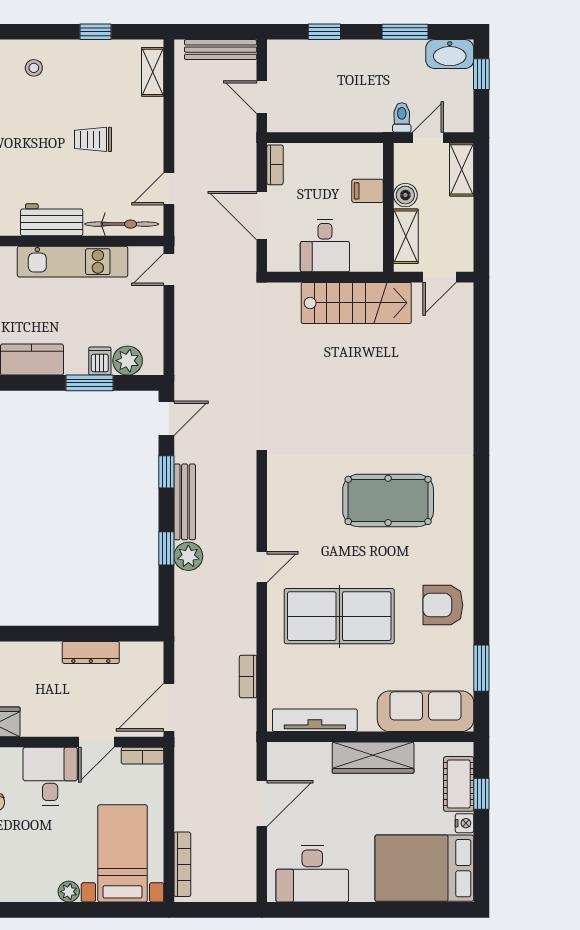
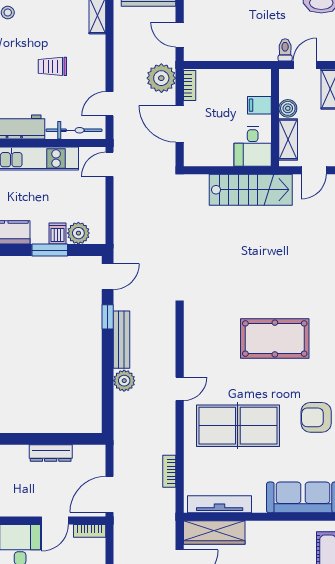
plant: (238, 155) -> (161, 78), added
desk: (325, 246) -> (253, 146), moved
window: (166, 548) -> (108, 375), removed
wardrobe: (373, 758) -> (214, 532), moved

